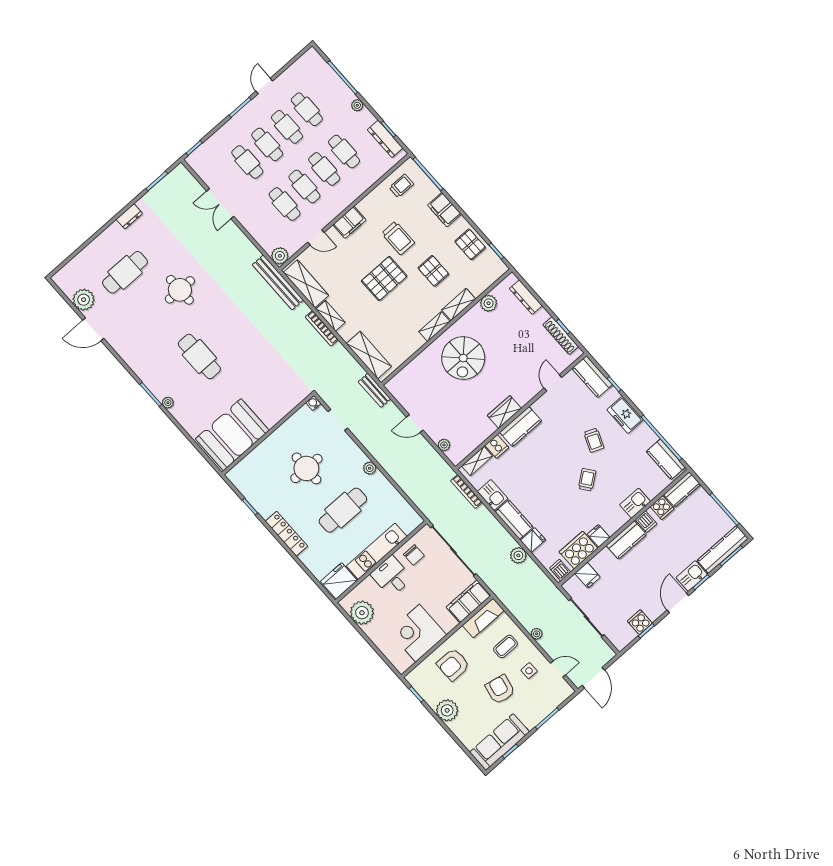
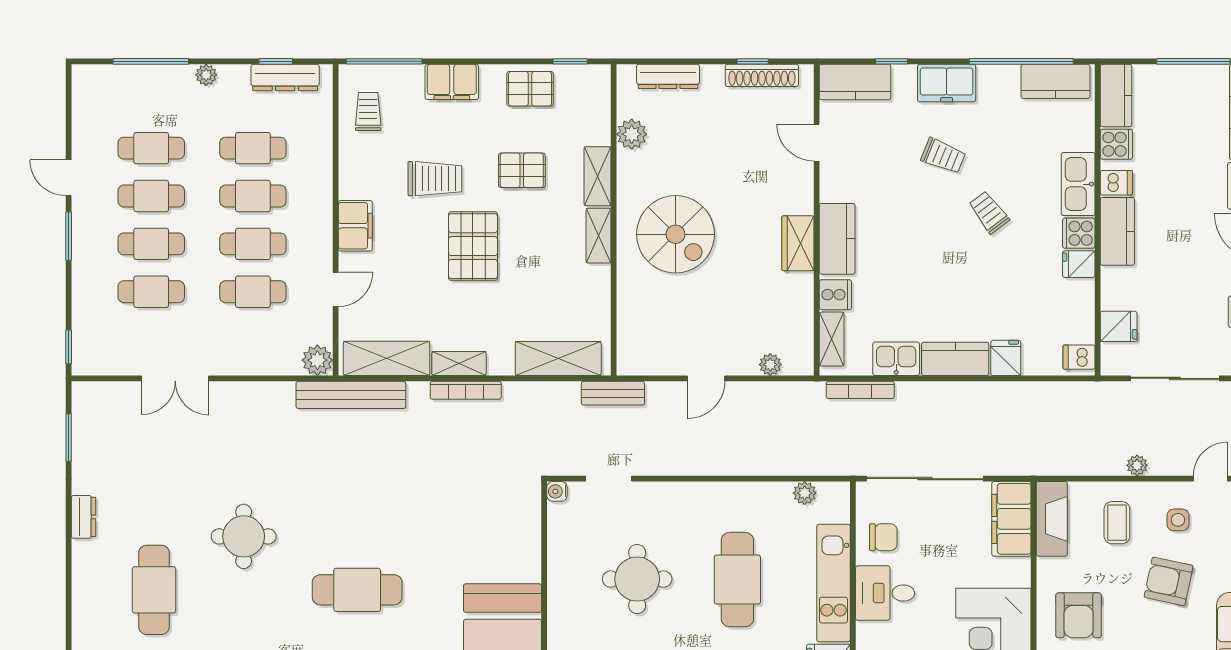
plant: (370, 468) -> (805, 493), moved
kitchen sink: (635, 503) -> (1078, 184), width x1.38
cooker: (578, 550) -> (1079, 233), moved, width x0.53, depth x0.76
plant: (518, 555) -> (1009, 396), removed

